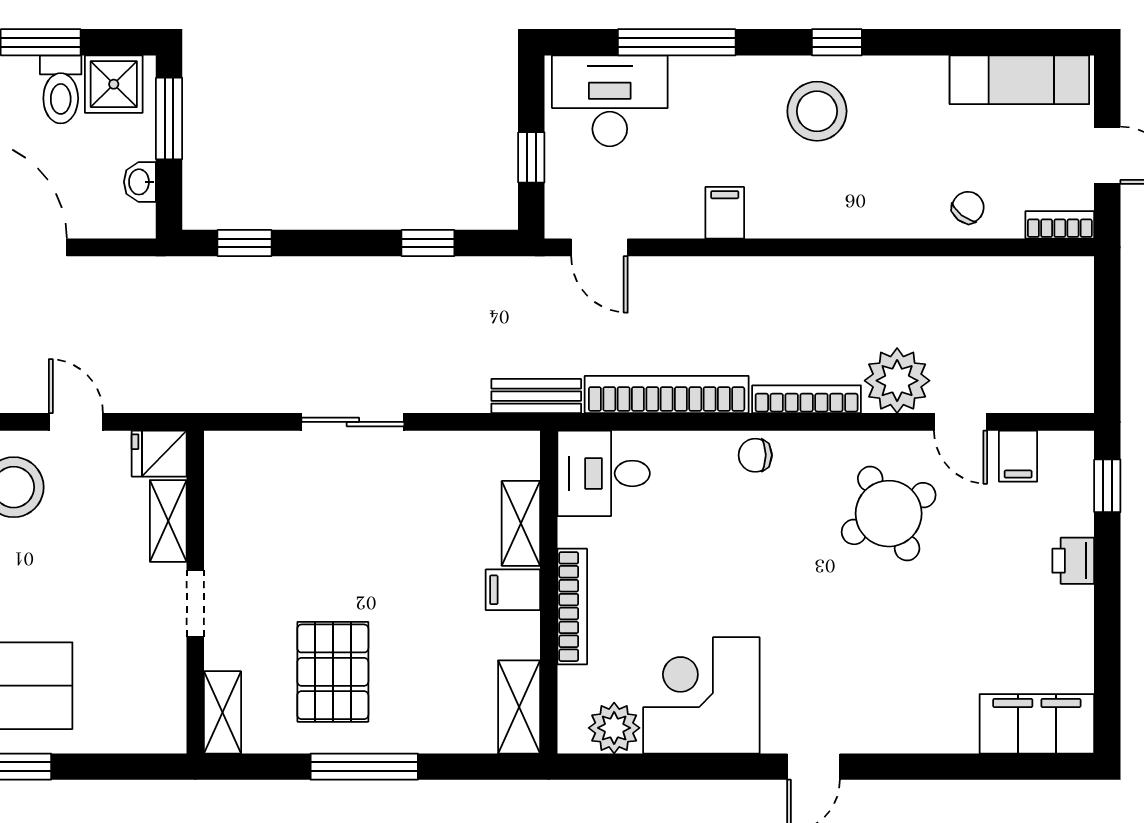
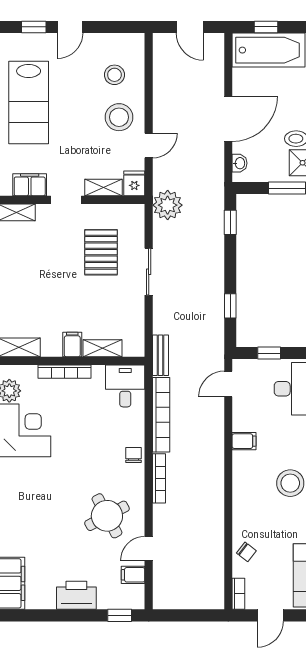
washbasin: (140, 182) -> (240, 163), moved, turned 90
plant: (897, 381) -> (168, 205), moved
printer: (1073, 561) -> (76, 595), width x1.87, depth x1.48
pallet: (333, 672) -> (101, 252), moved, turned 90
filing cabinet: (162, 683) -> (30, 185), added

